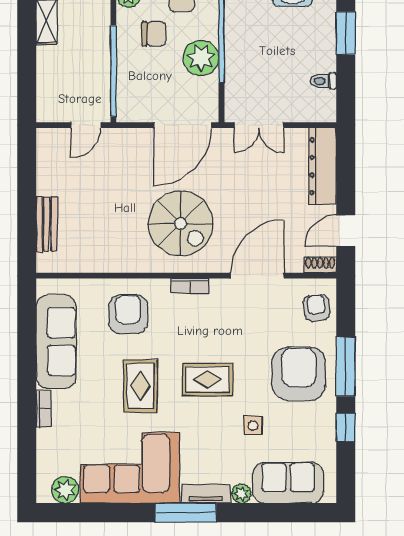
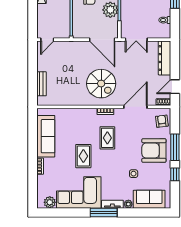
door: (86, 125) -> (47, 40), moved
door: (183, 125) -> (102, 40), hinge flipped
armchair: (128, 314) -> (78, 124), removed
armchair: (299, 374) -> (154, 151), turned -90
rug: (207, 380) -> (107, 138), moved, turned 90

